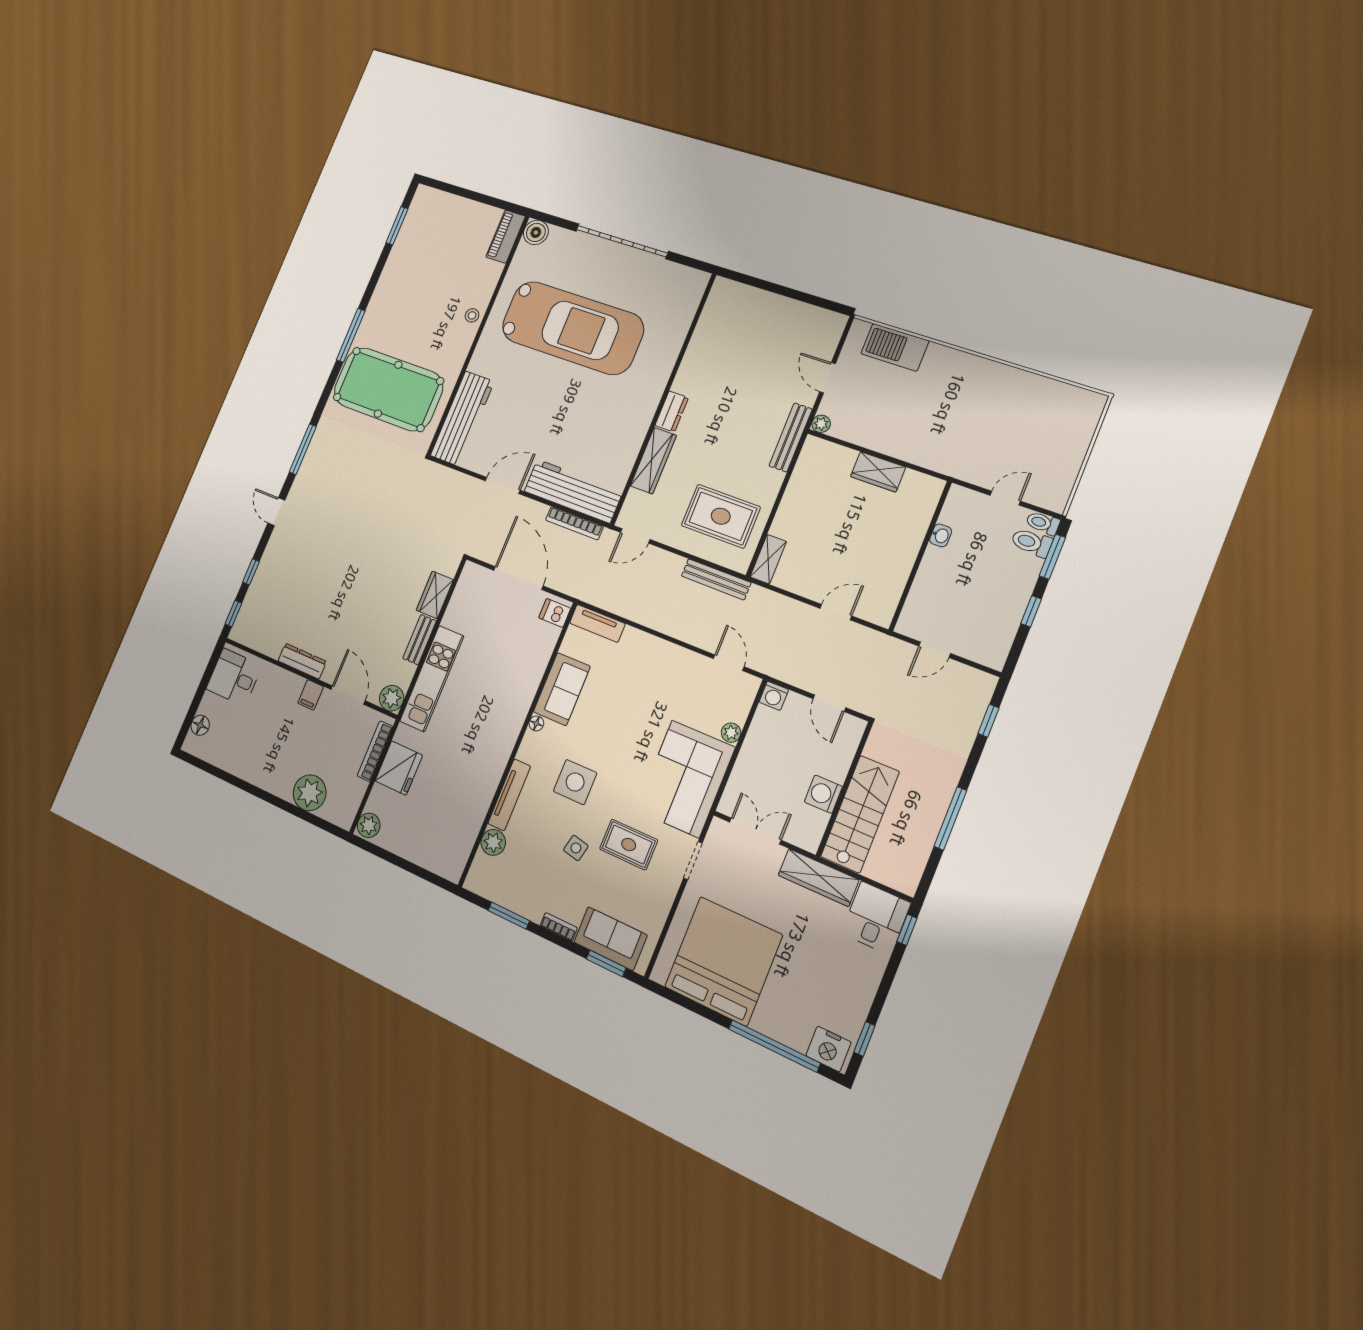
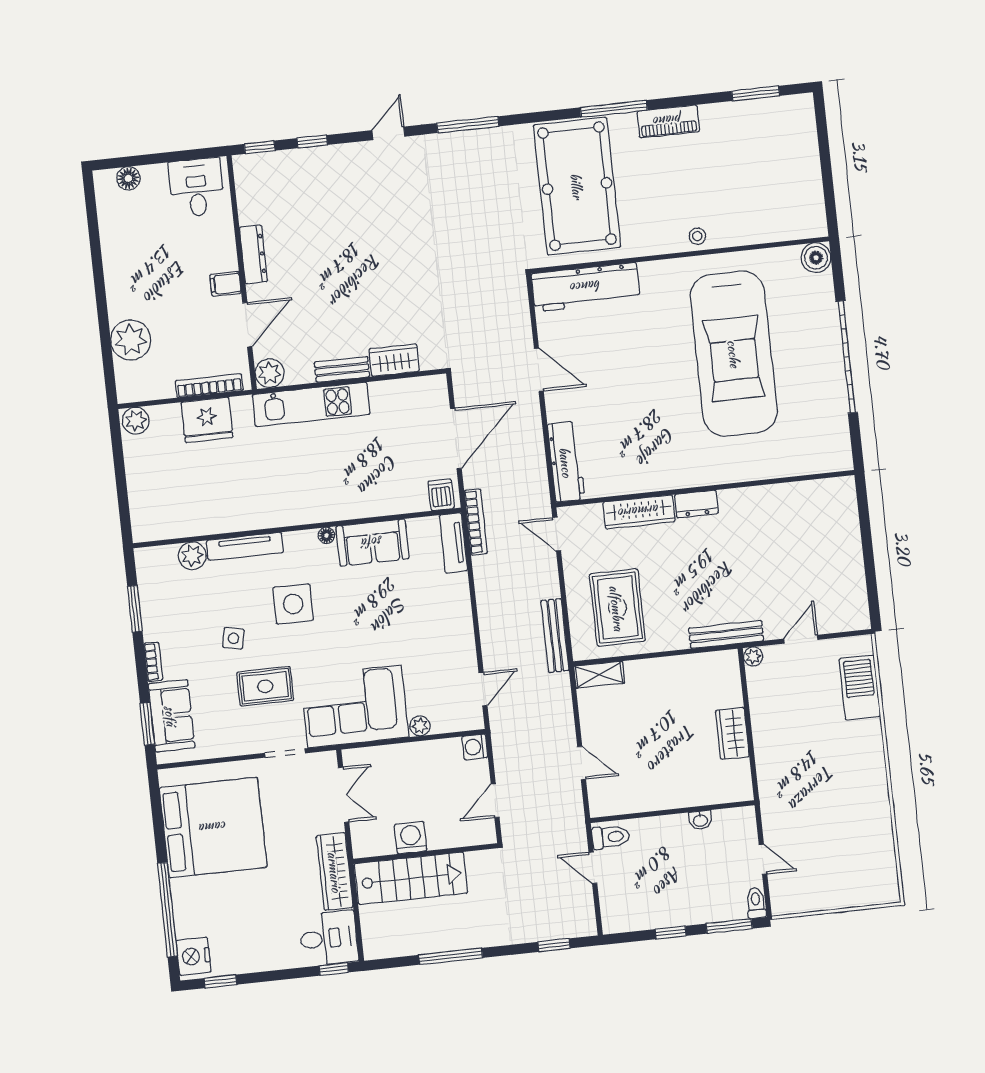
piano: (506, 237) -> (668, 121), moved, turned 180
workbench: (573, 491) -> (566, 462), width x0.73, depth x0.76
bookcase: (574, 523) -> (476, 522), moved, turned 180
toilet: (1032, 543) -> (611, 837), moved, turned 90
rug: (629, 845) -> (265, 686), turned 90

